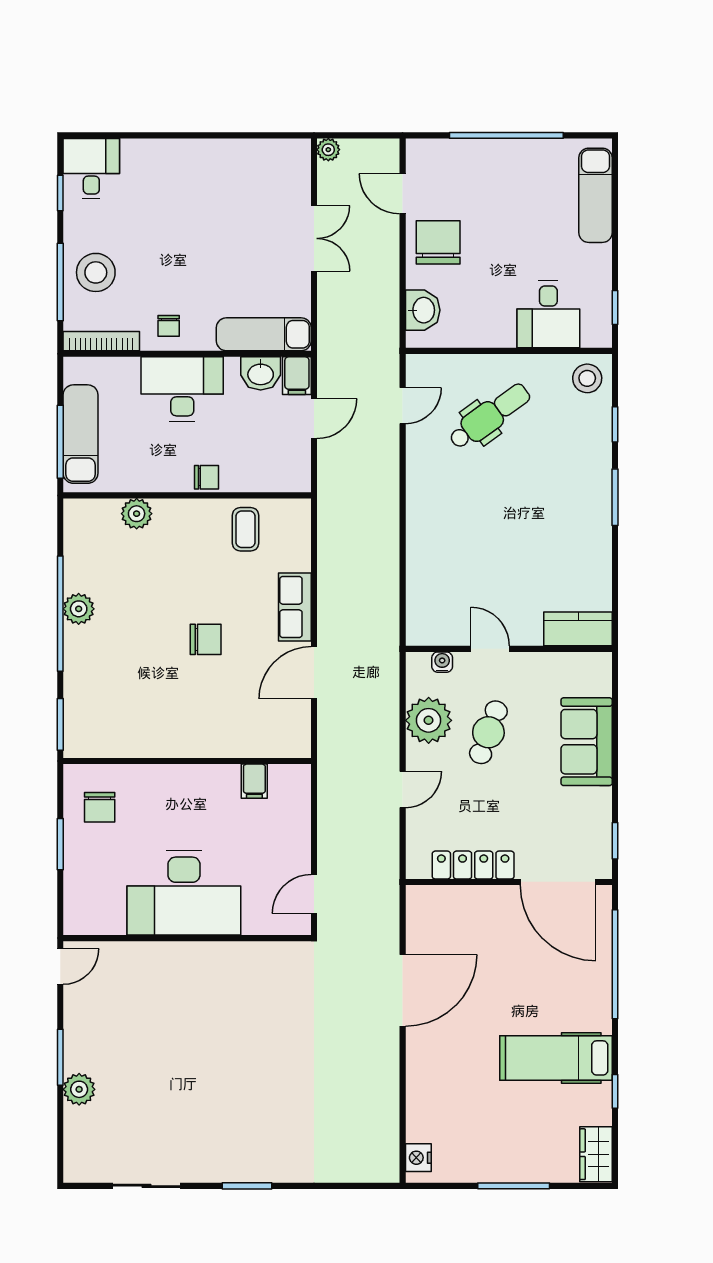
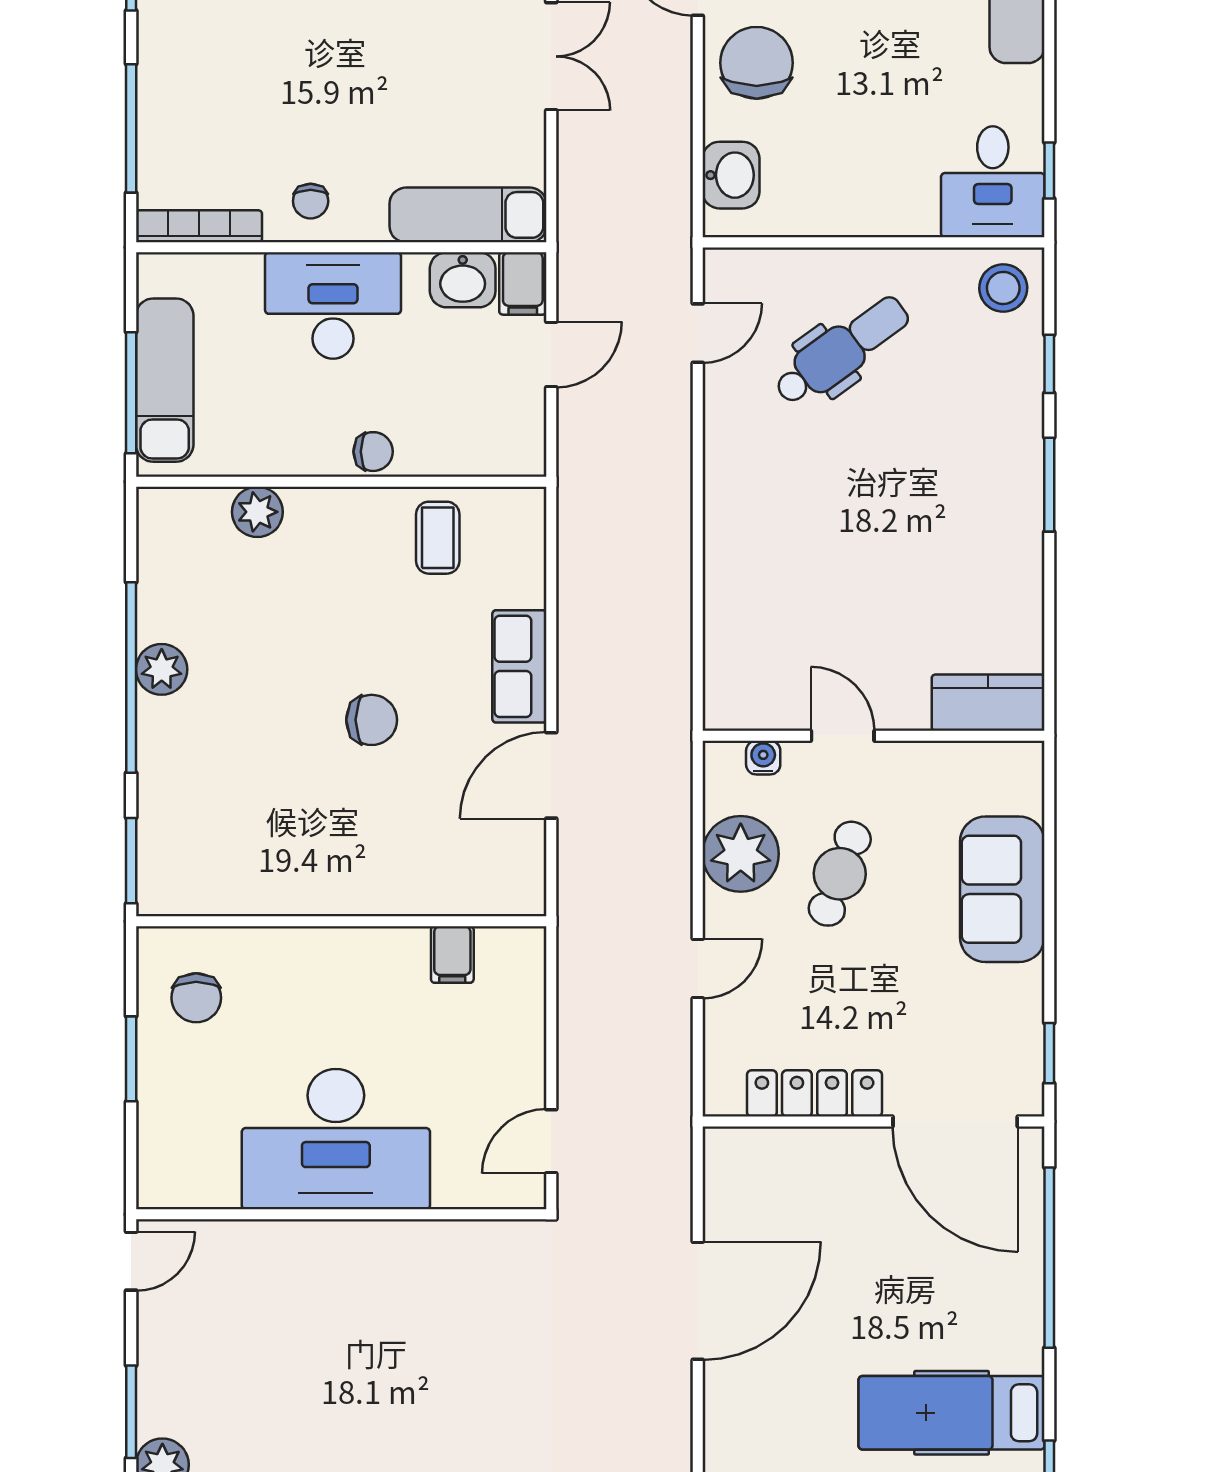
stool: (96, 272) -> (190, 113), removed
desk: (548, 314) -> (993, 182), moved

